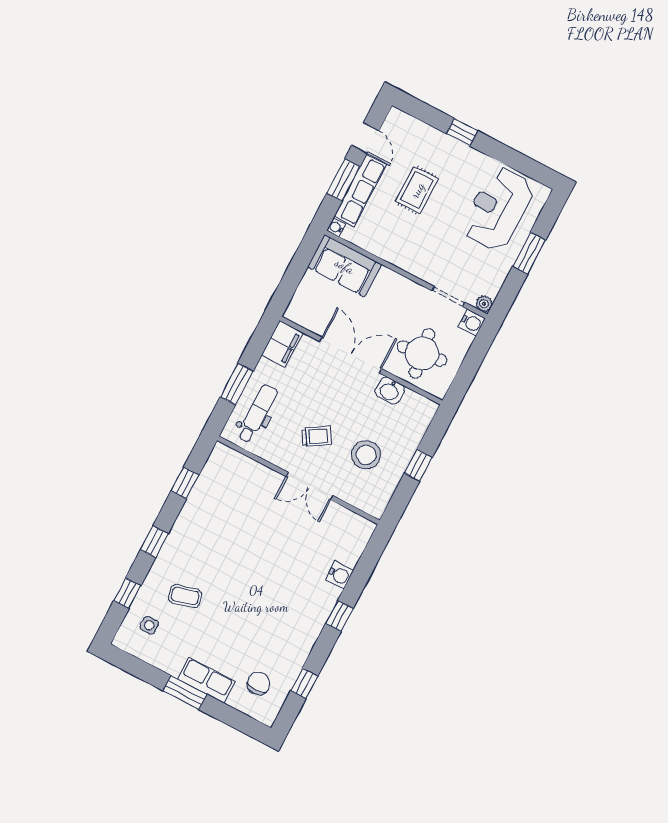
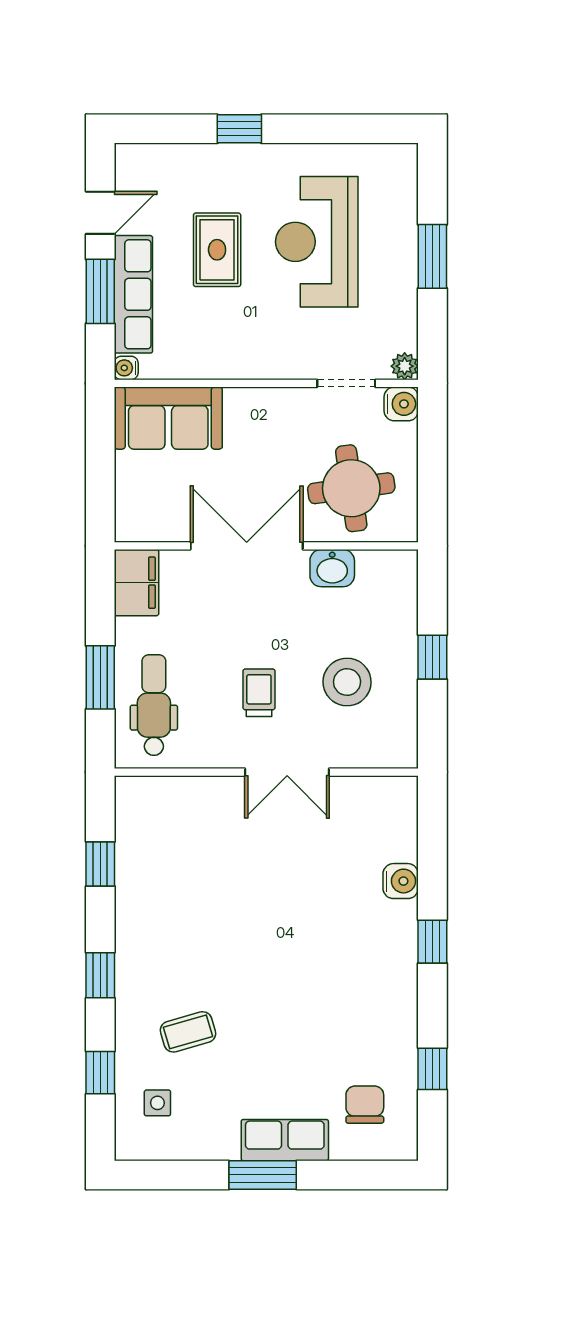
door: (365, 138) -> (100, 213), hinge flipped
reception desk: (498, 209) -> (317, 242), moved
trolley: (317, 436) -> (259, 693), turned -58

